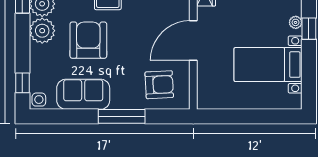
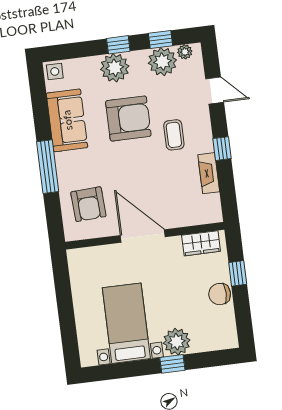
plant: (296, 22) -> (177, 342), width x1.88, depth x1.88
plant: (42, 31) -> (115, 68), moved
window: (22, 83) -> (118, 45), moved

